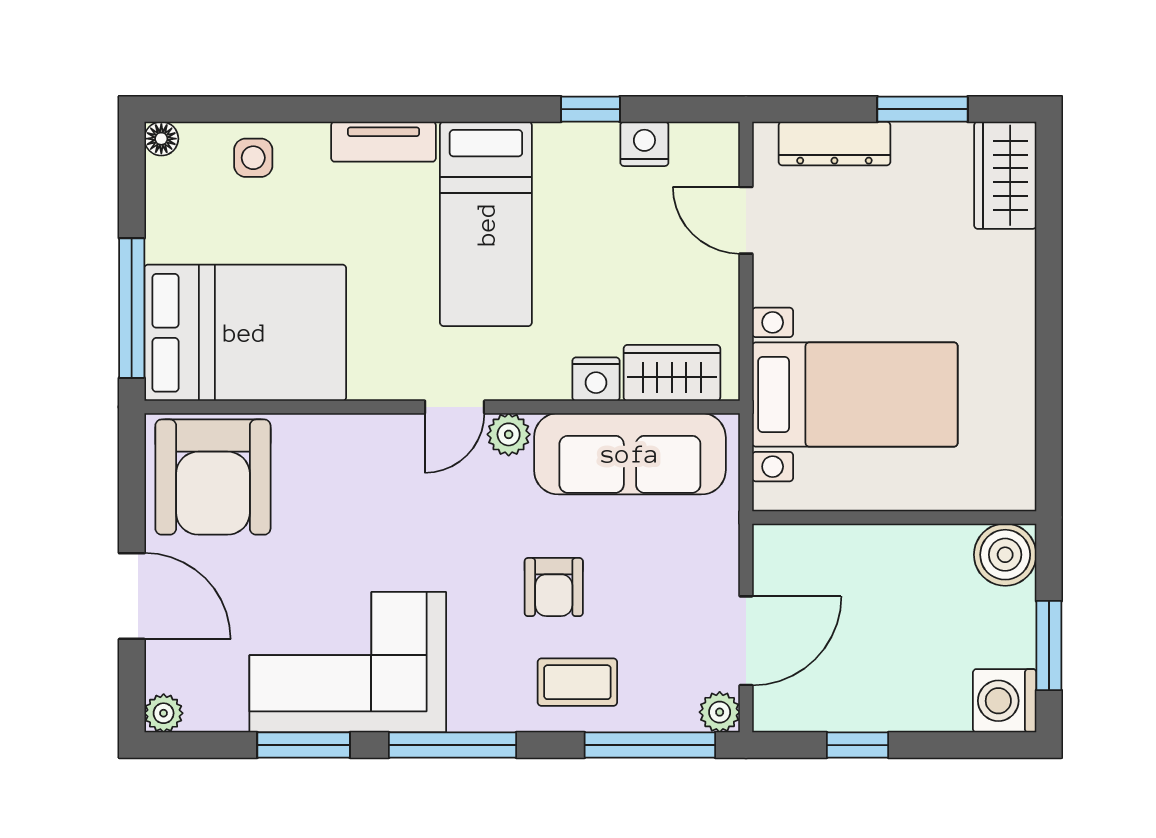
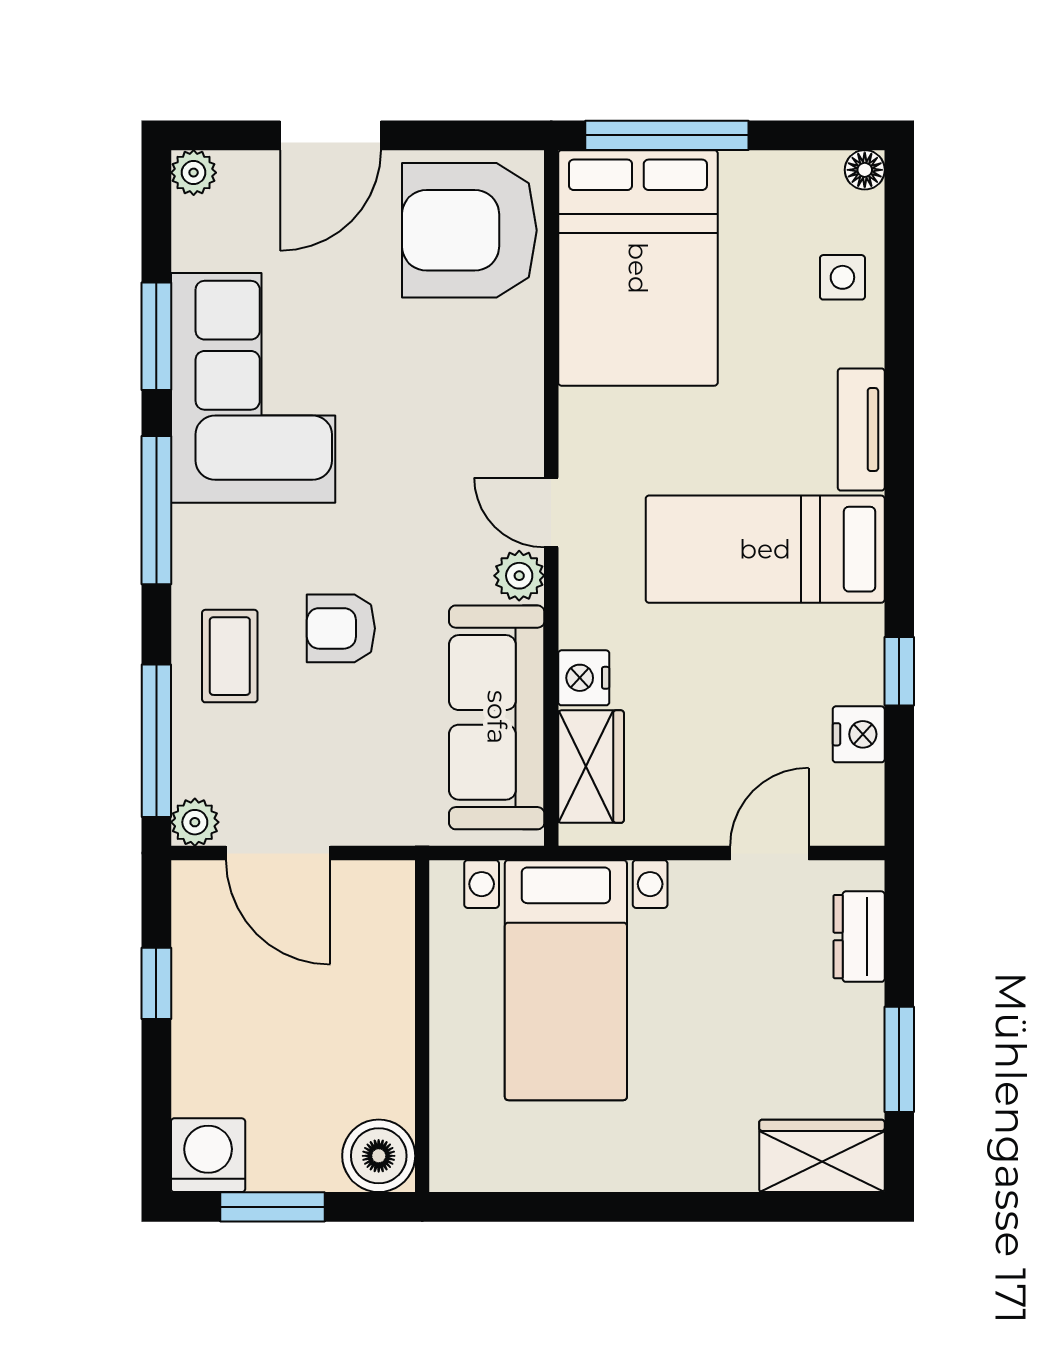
dresser: (834, 144) -> (859, 937), width x0.70

